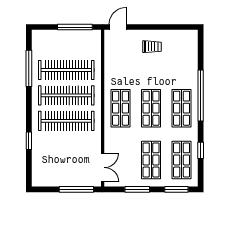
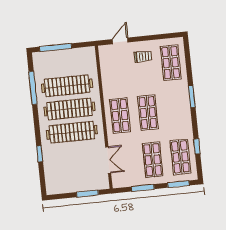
window: (75, 27) -> (56, 47), moved
door: (118, 27) -> (120, 41), moved
window: (201, 95) -> (192, 96), width x0.47
shop shelf: (182, 108) -> (171, 63), moved
double door: (103, 167) -> (108, 160), moved
window: (76, 189) -> (87, 194), width x0.69

